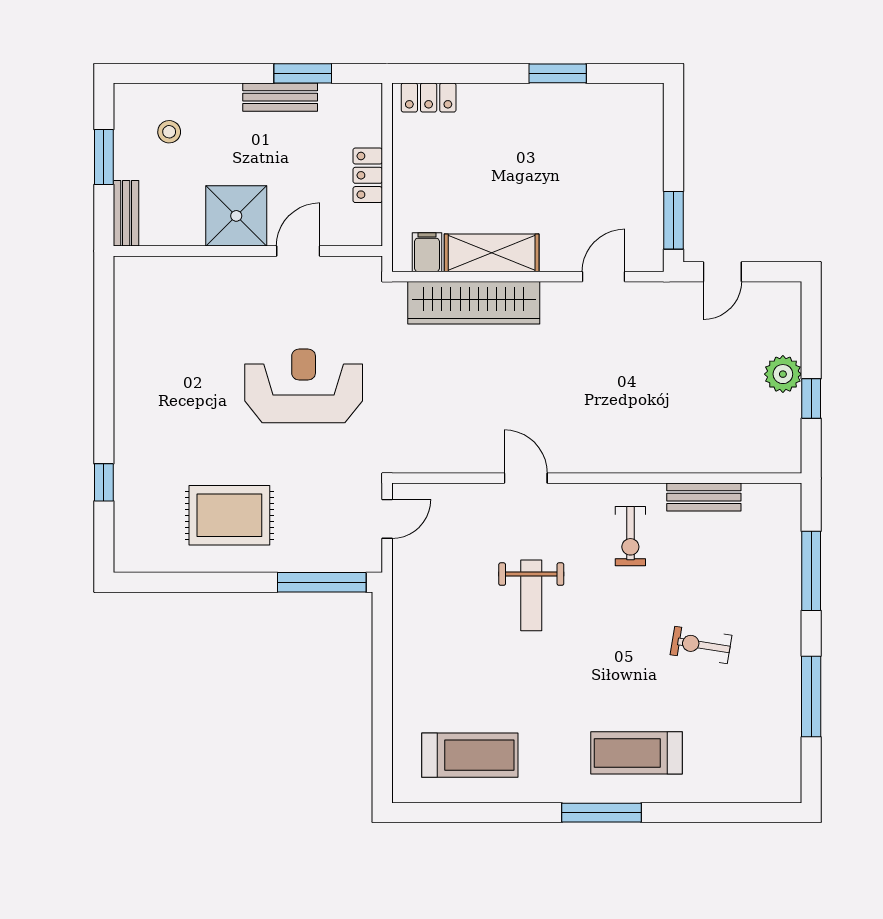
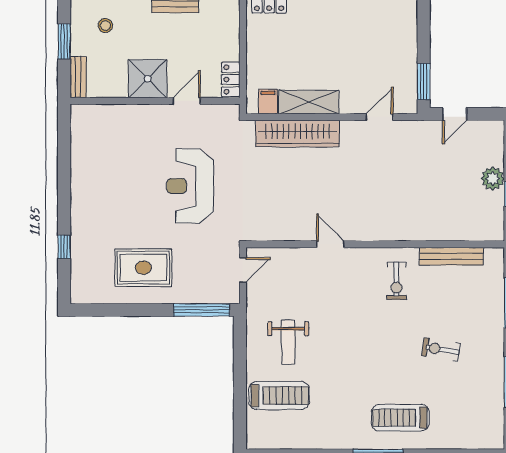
locker: (368, 175) -> (231, 80), moved
reception desk: (304, 386) -> (190, 186), turned -90
bench: (704, 497) -> (451, 256), width x1.36
weight bench: (531, 595) -> (288, 342), moved
treadmill: (470, 755) -> (279, 396), moved

